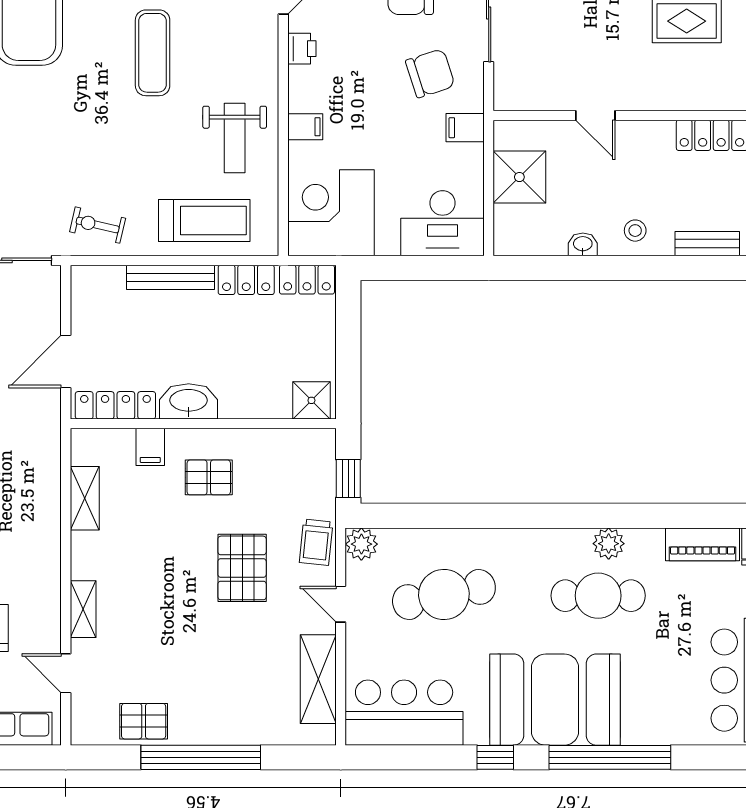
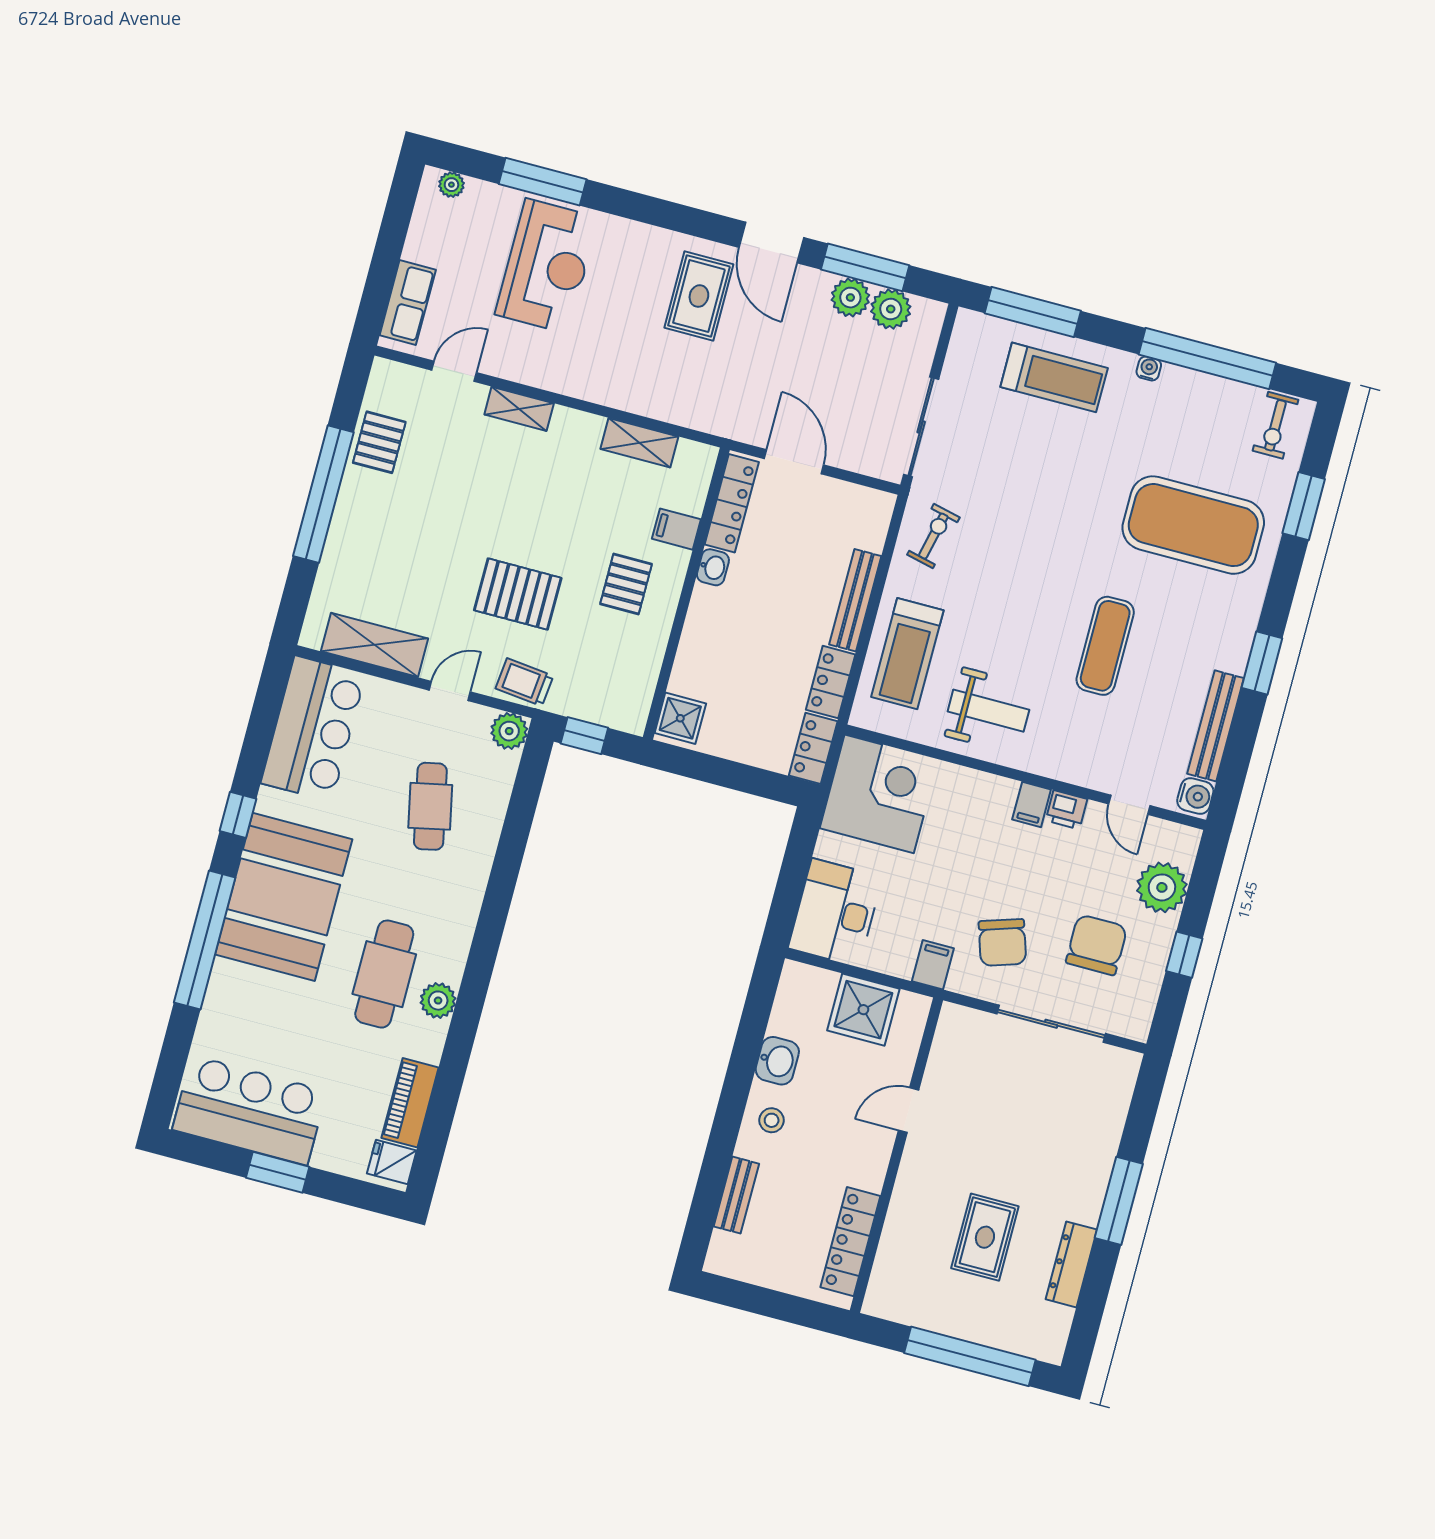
exercise mat: (153, 53) -> (1105, 646), turned 90
filing cabinet: (305, 127) -> (1032, 804), moved
weight bench: (235, 138) -> (988, 711), turned 180
washbasin: (583, 244) -> (777, 1061), width x1.38, depth x1.45
washbasin: (189, 401) -> (713, 567), width x0.52, depth x0.69
cafe table: (444, 594) -> (430, 806), width x0.73, depth x0.74

